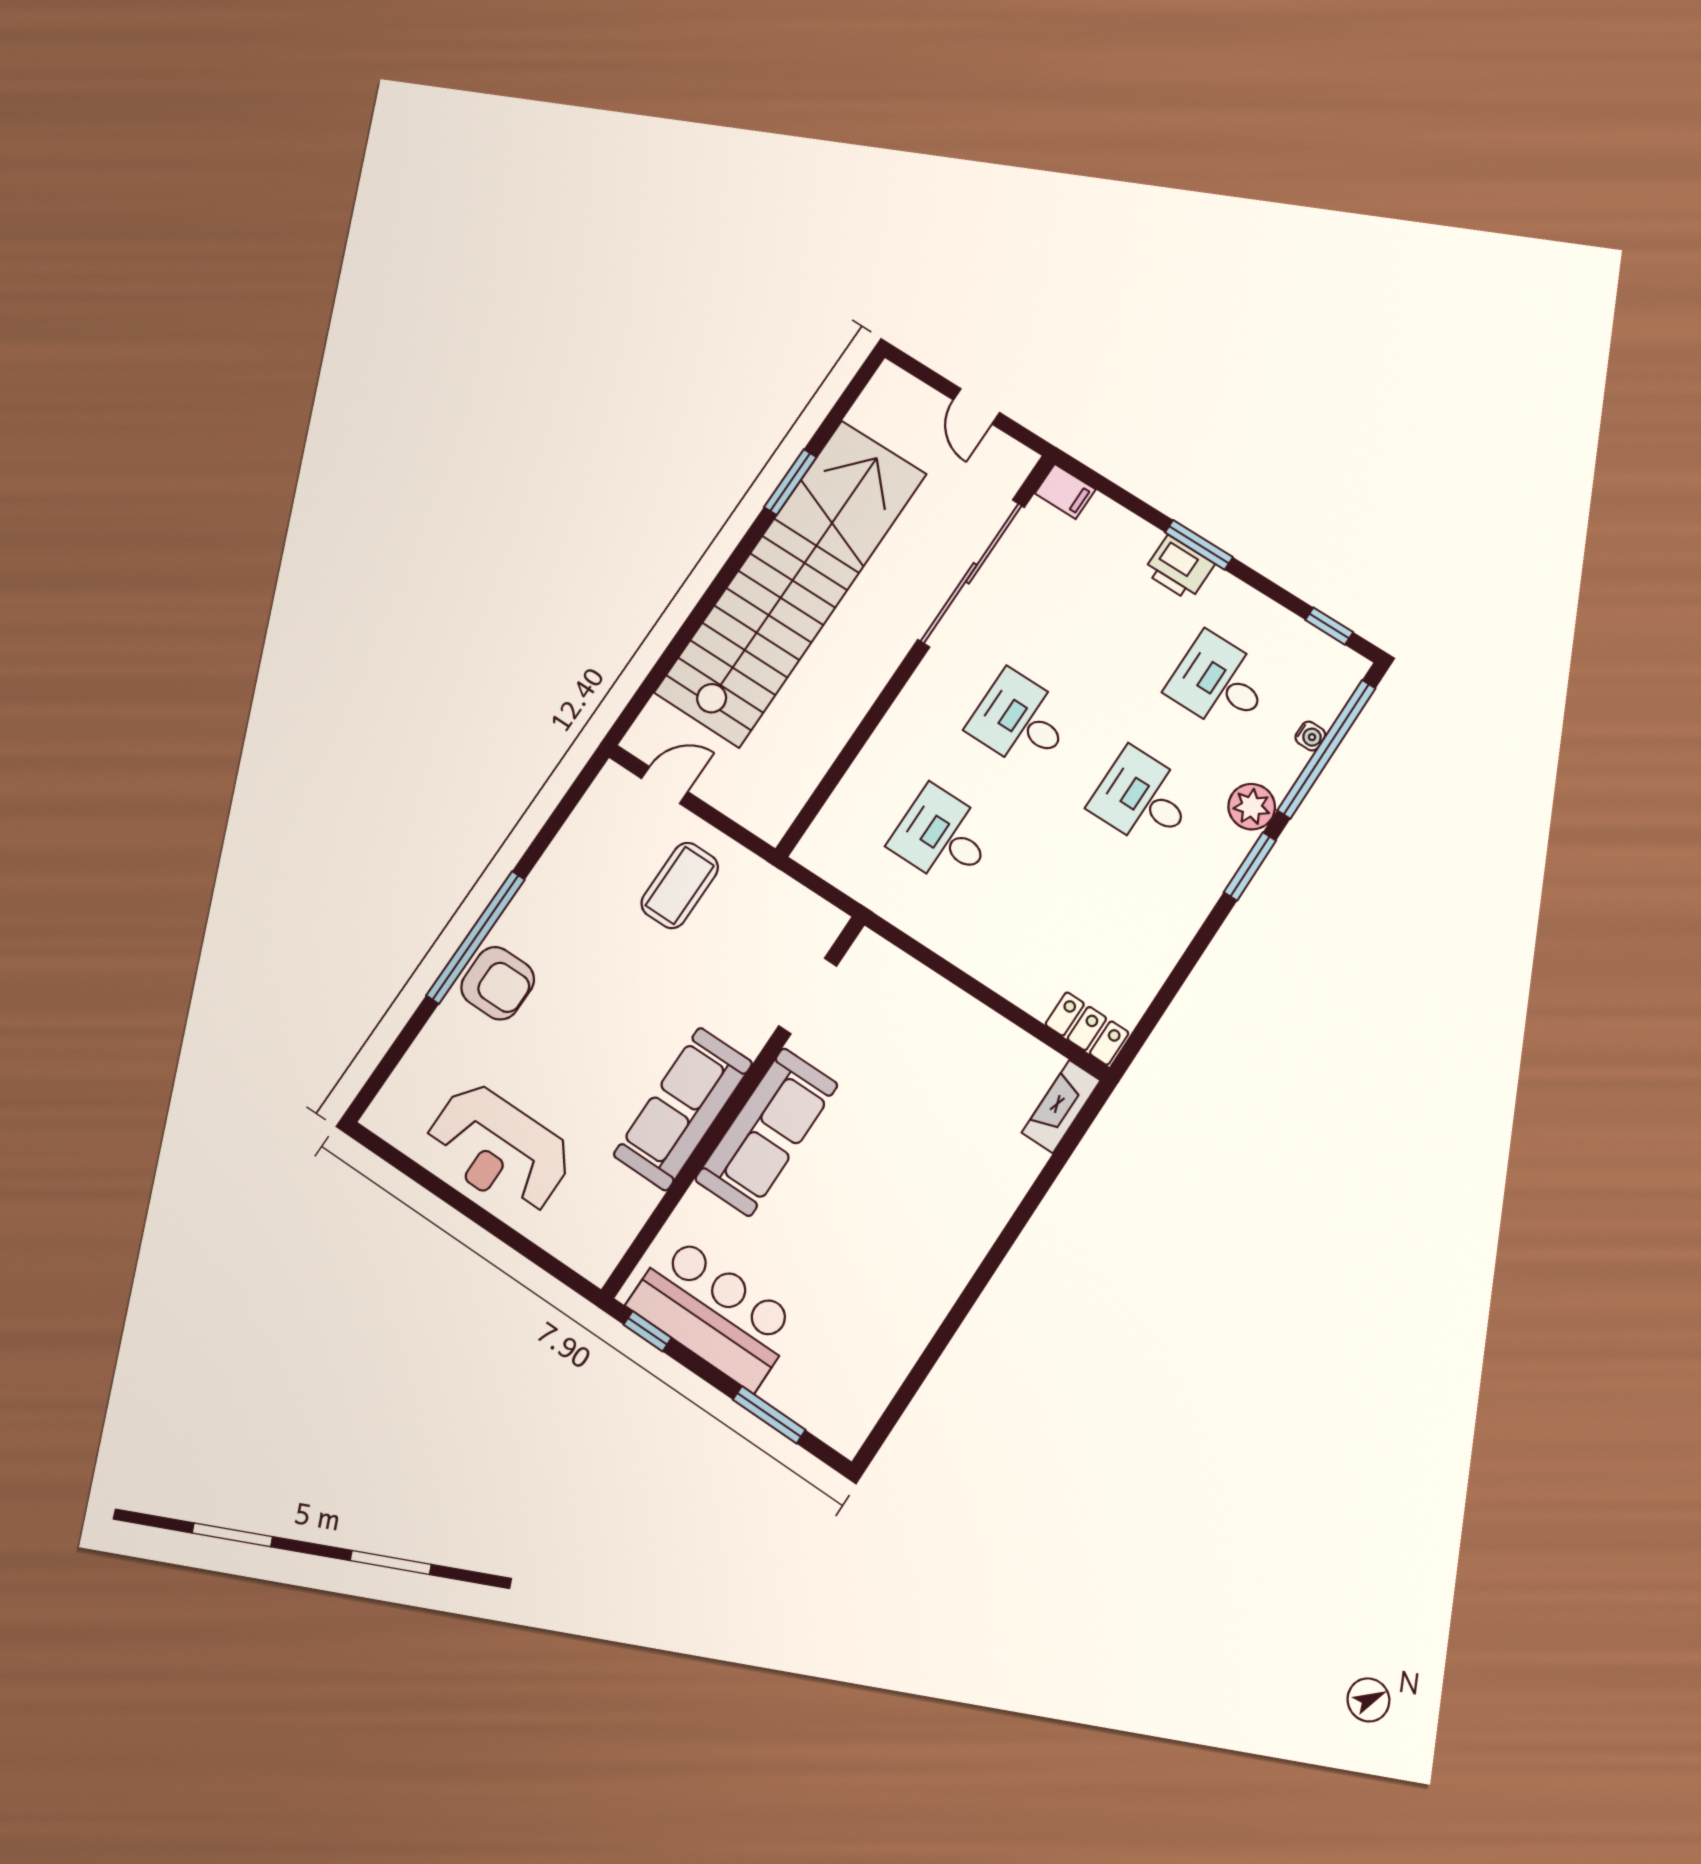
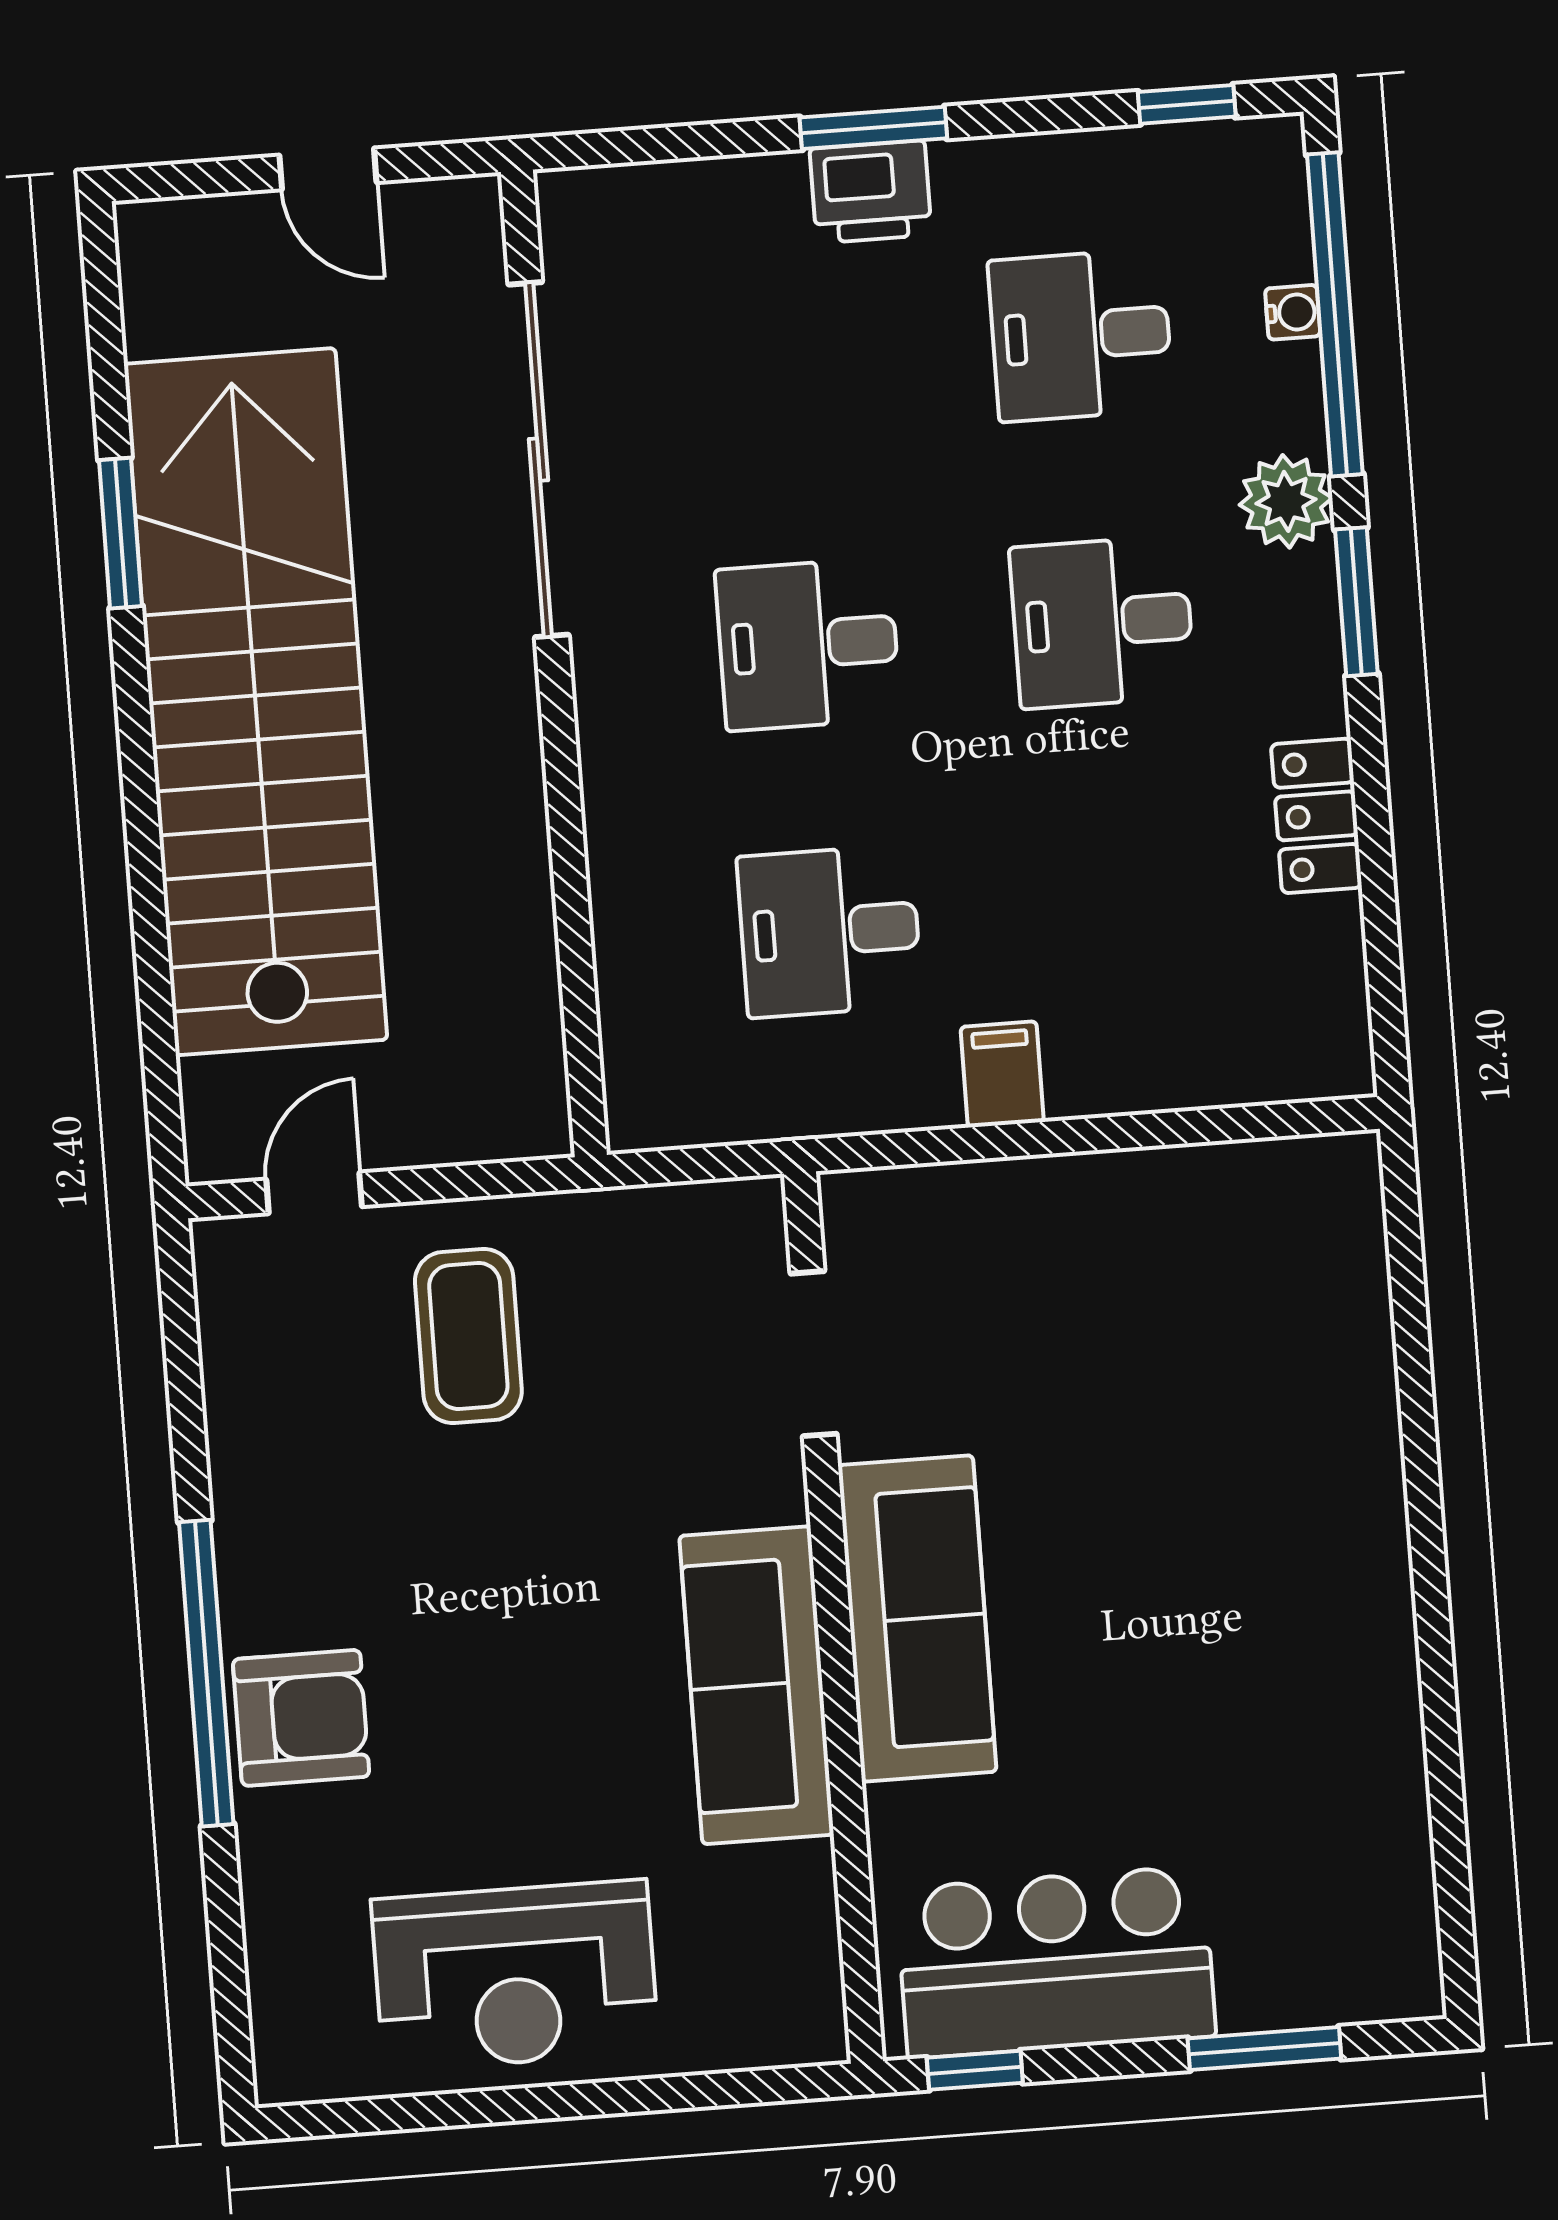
filing cabinet: (1065, 491) -> (1002, 1074), moved, turned -90
locker: (1087, 1029) -> (1316, 816), moved, turned -90
fireplace: (1061, 1107) -> (1350, 1218), removed

